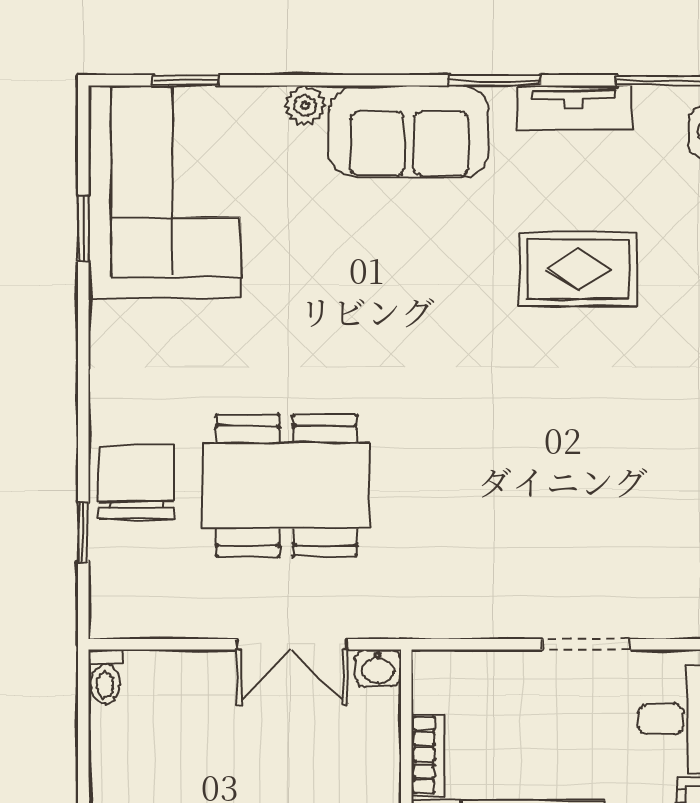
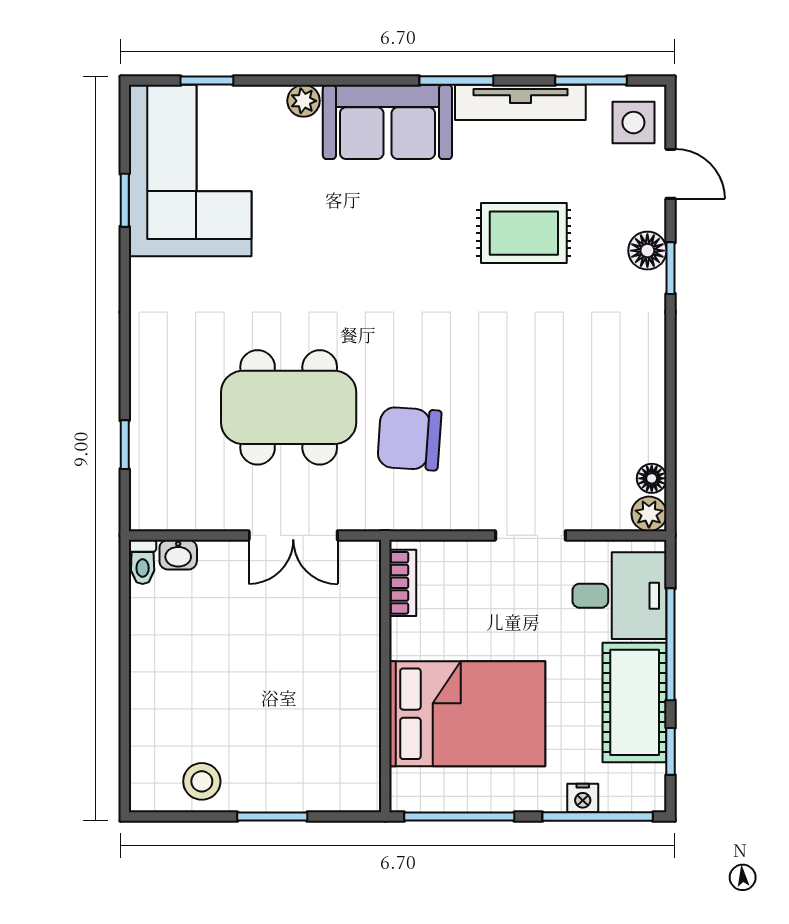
tv unit: (574, 107) -> (520, 102), width x1.41
chair: (137, 482) -> (409, 439), moved, turned -86
washbasin: (378, 668) -> (178, 555), moved
bookcase: (428, 755) -> (403, 583), moved

